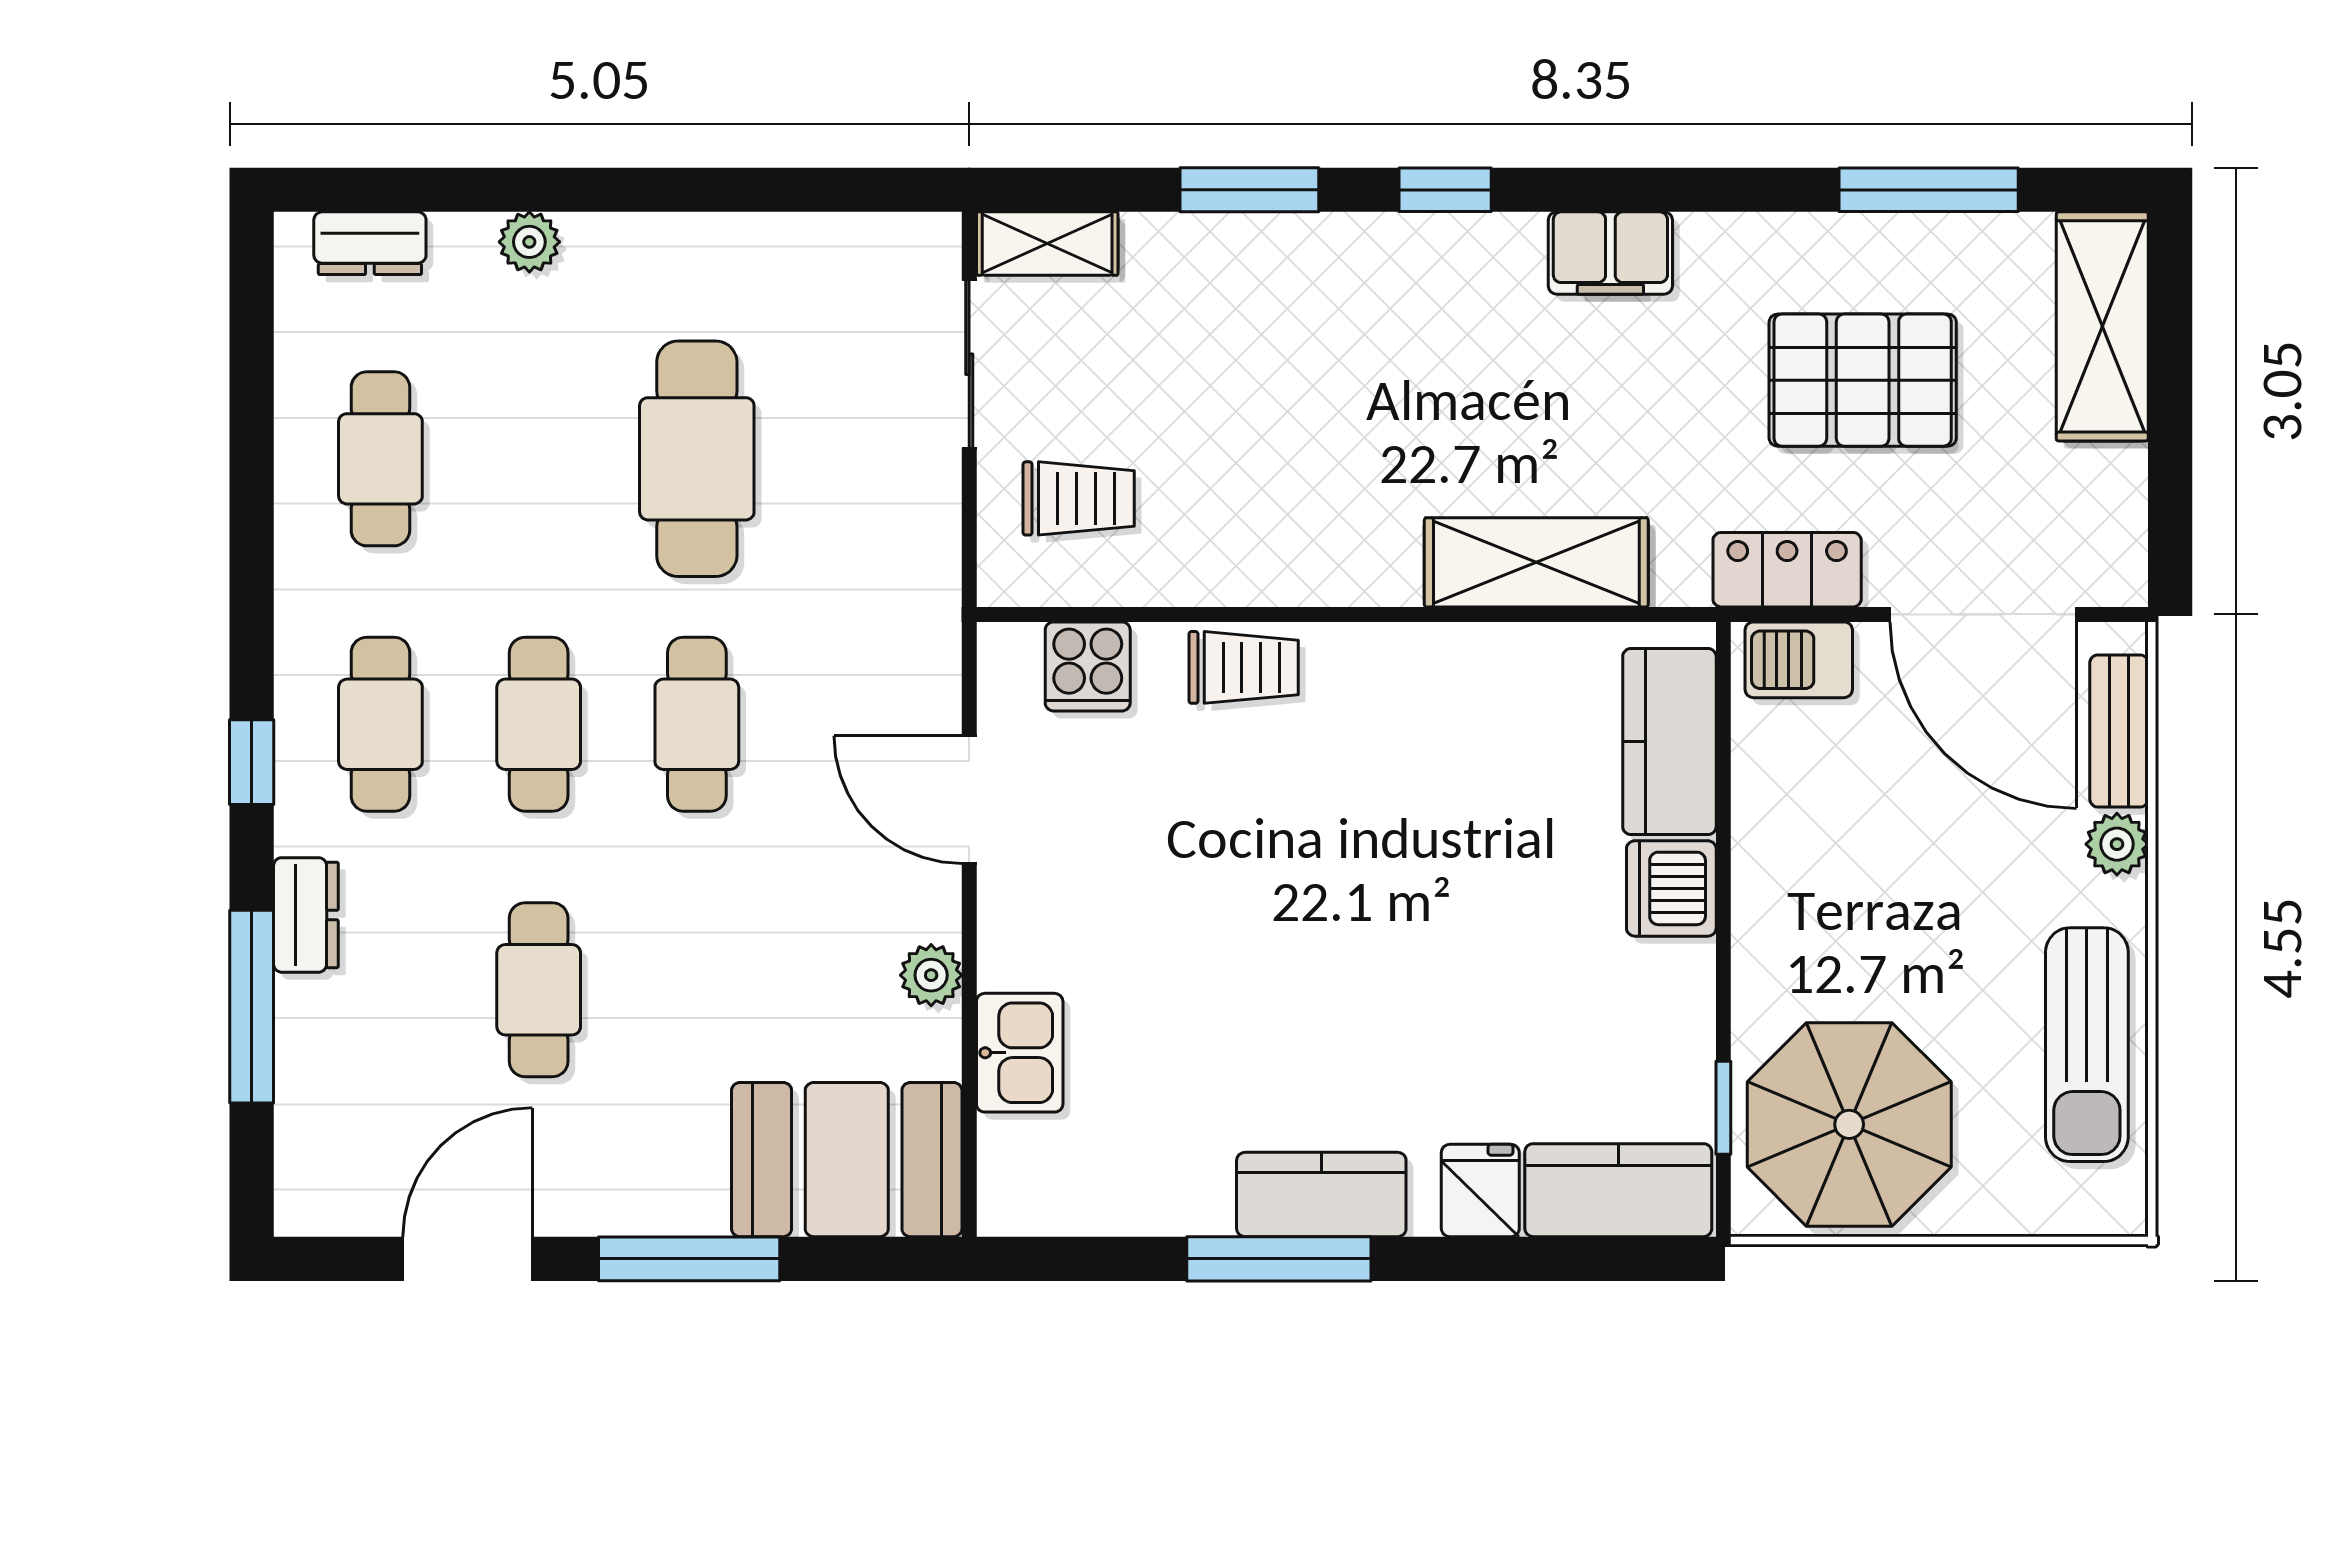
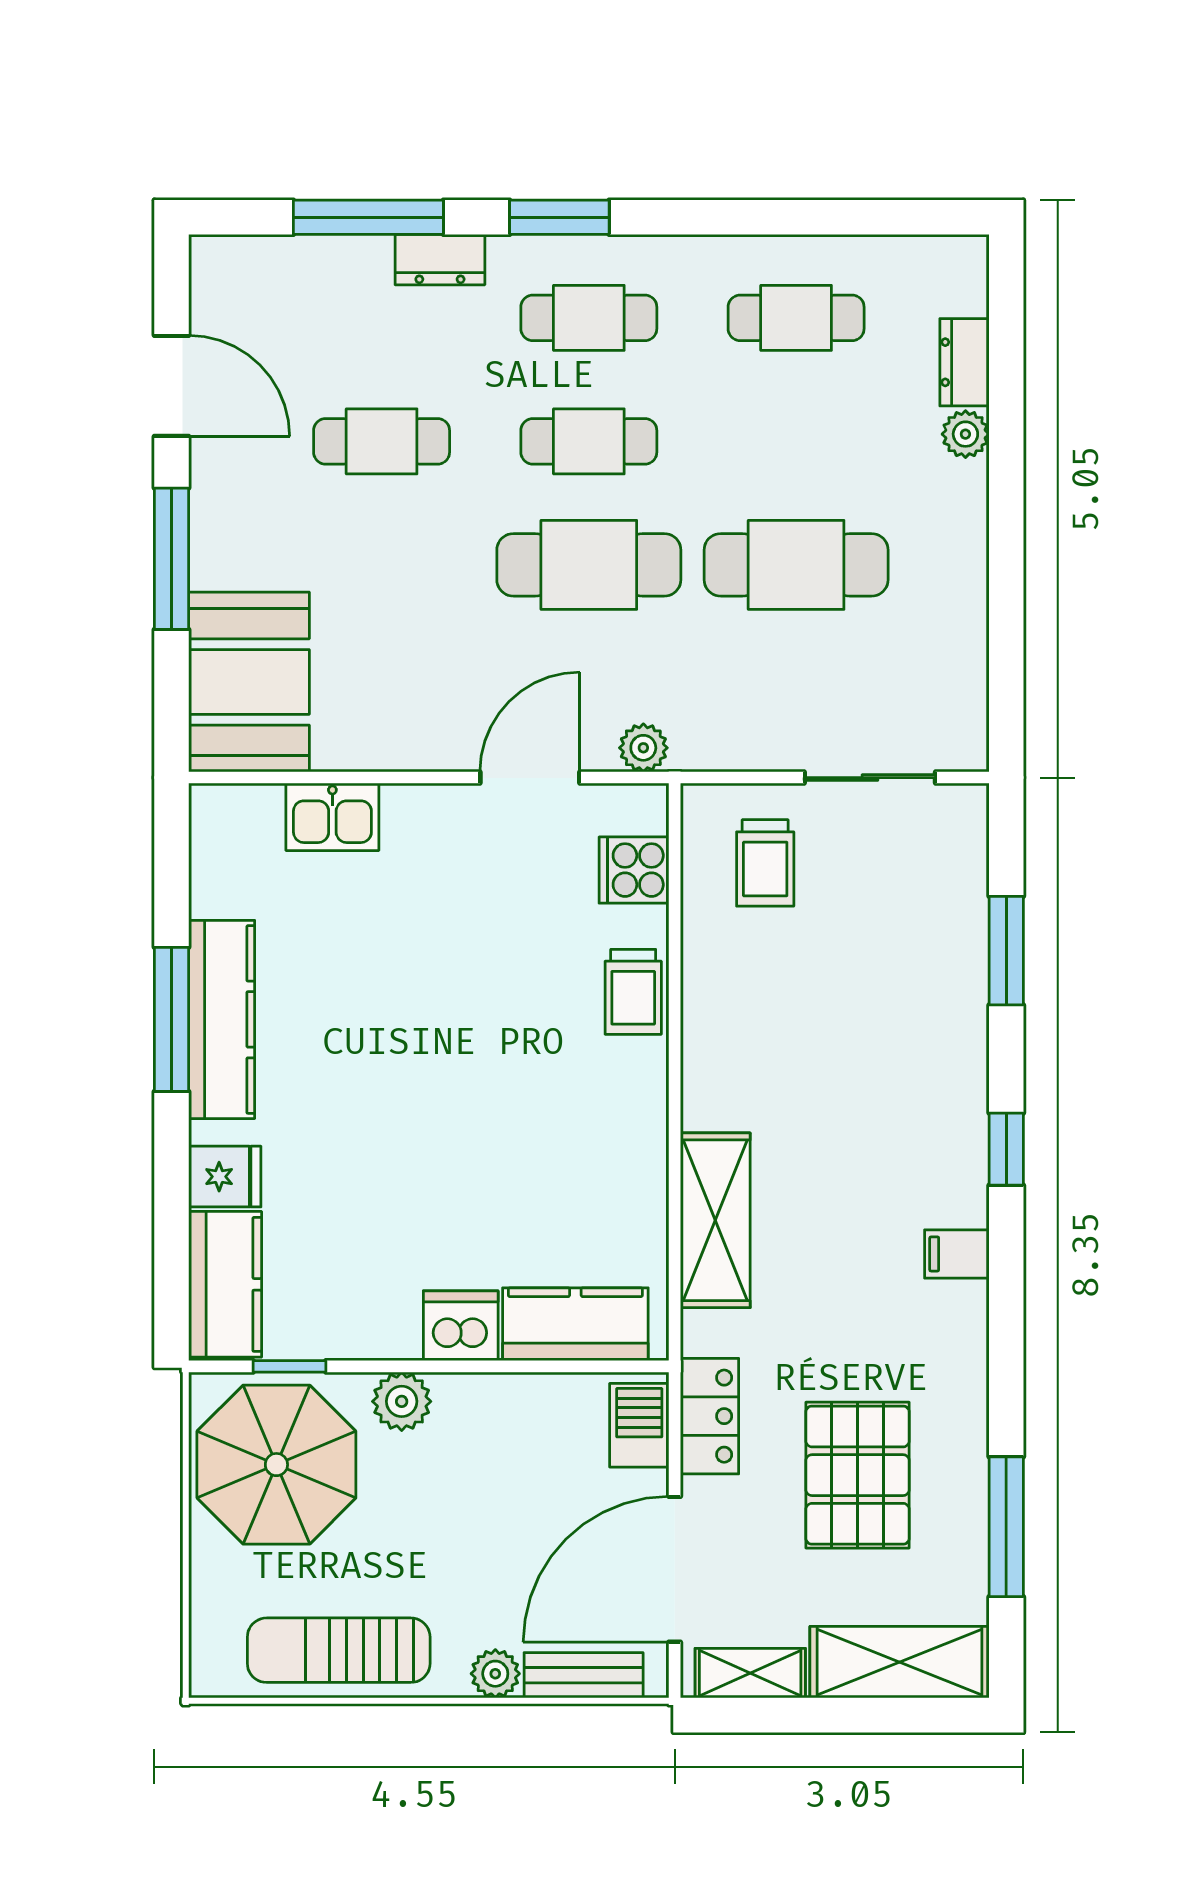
window: (1249, 190) -> (1006, 951), moved
dresser: (370, 243) -> (964, 362), moved
shelving: (1047, 244) -> (750, 1673), moved, turned 90
filing cabinet: (1610, 253) -> (957, 1254), width x0.50
cafe table: (697, 724) -> (589, 565), width x1.37, depth x1.35
window: (252, 762) -> (559, 217), width x1.50
plant: (1768, 964) -> (402, 1401), added
plant: (931, 975) -> (643, 748), moved
kitchen counter: (1321, 1195) -> (222, 1019), width x1.50

